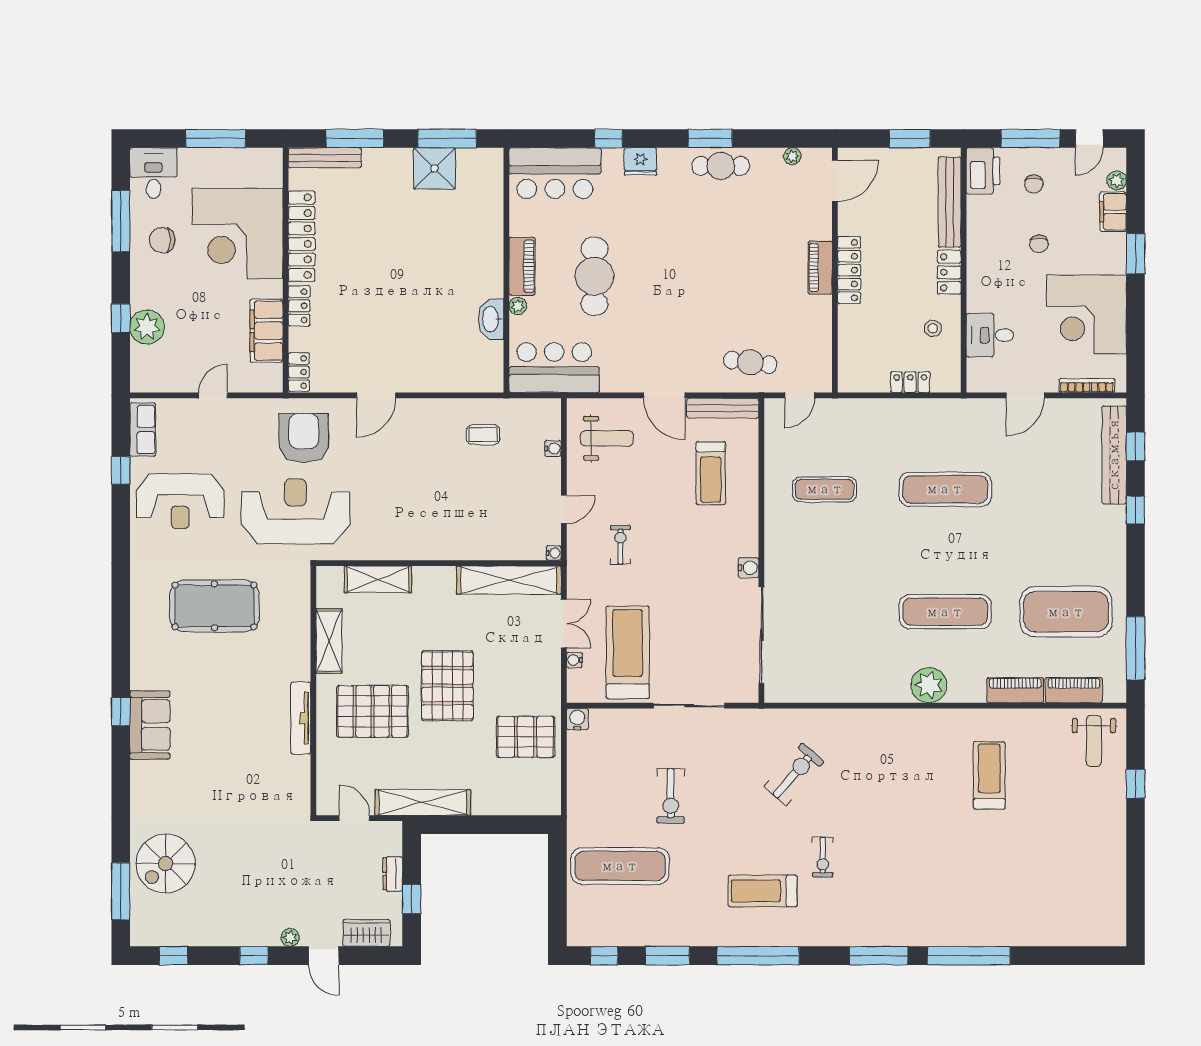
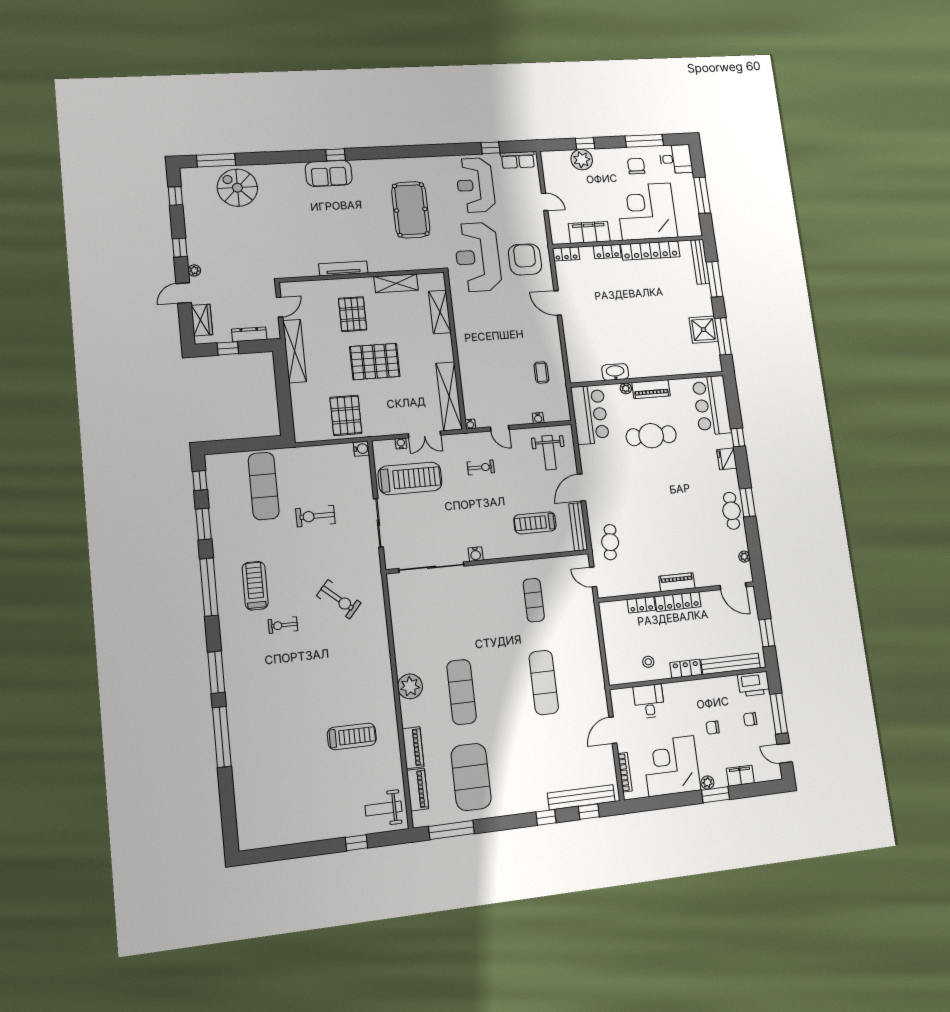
plant: (1117, 180) -> (707, 783), moved
locker: (910, 382) -> (641, 605), moved, turned 90
door: (1025, 395) -> (613, 730), hinge flipped
armchair: (304, 438) -> (525, 259), turned -90
reception desk: (295, 511) -> (478, 257), turned 180
pallet: (373, 711) -> (353, 314), width x0.73, depth x0.71
dresser: (393, 874) -> (249, 334), width x1.44

